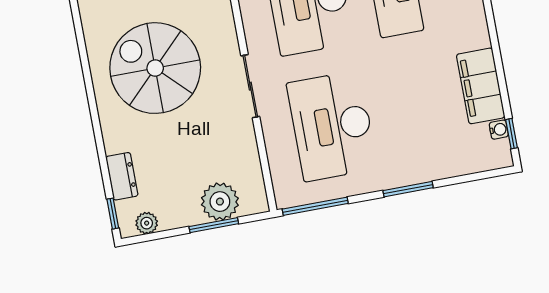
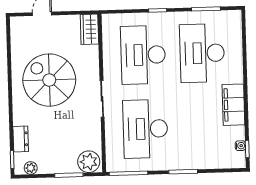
filing cabinet: (481, 86) -> (233, 105), moved
plant: (220, 202) -> (89, 162), moved

